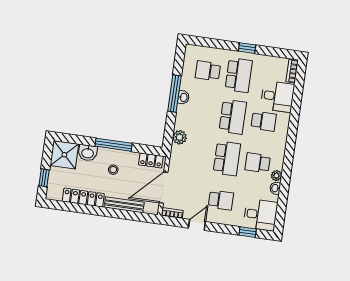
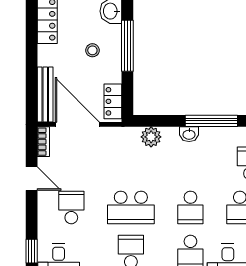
washbasin: (183, 97) -> (189, 134), moved
school desk: (233, 117) -> (190, 207), width x0.54
school desk: (221, 200) -> (71, 207), turned 180
bench: (124, 205) -> (45, 95), moved

